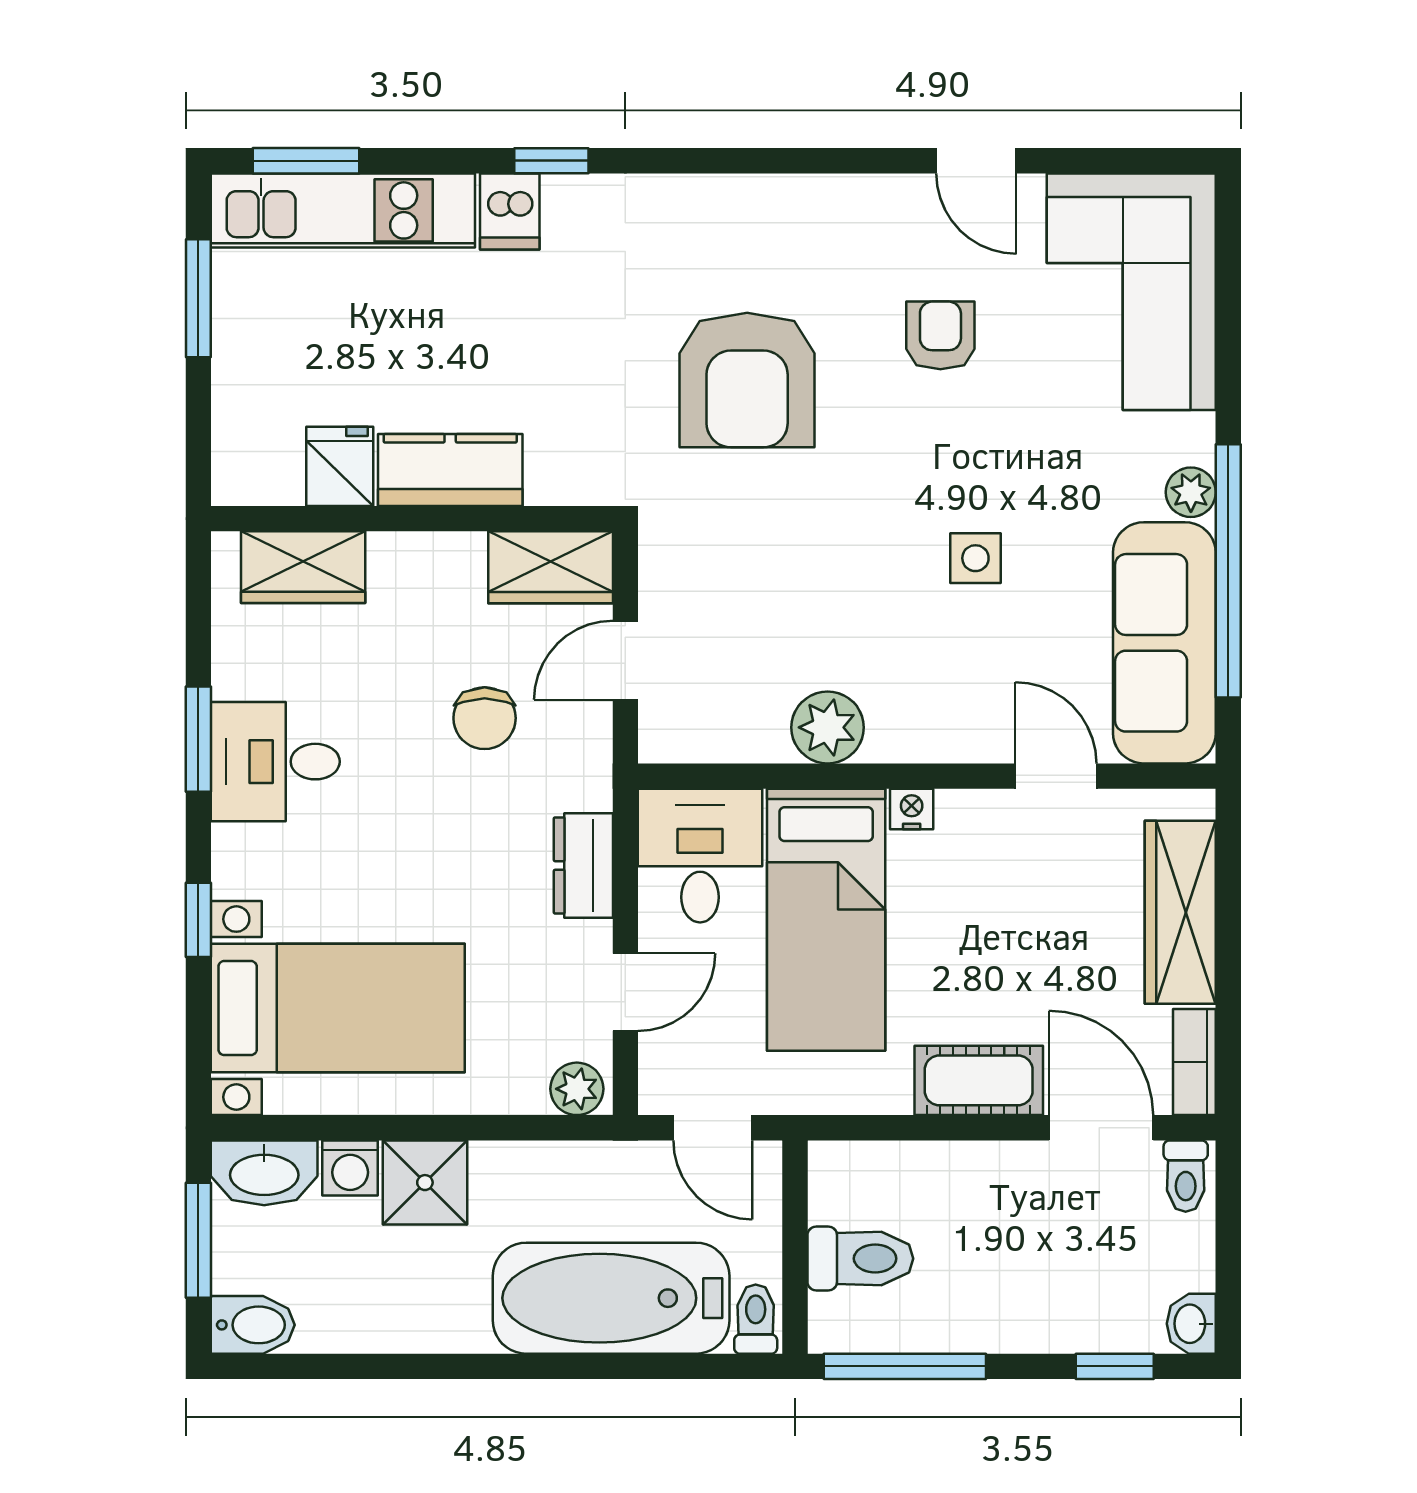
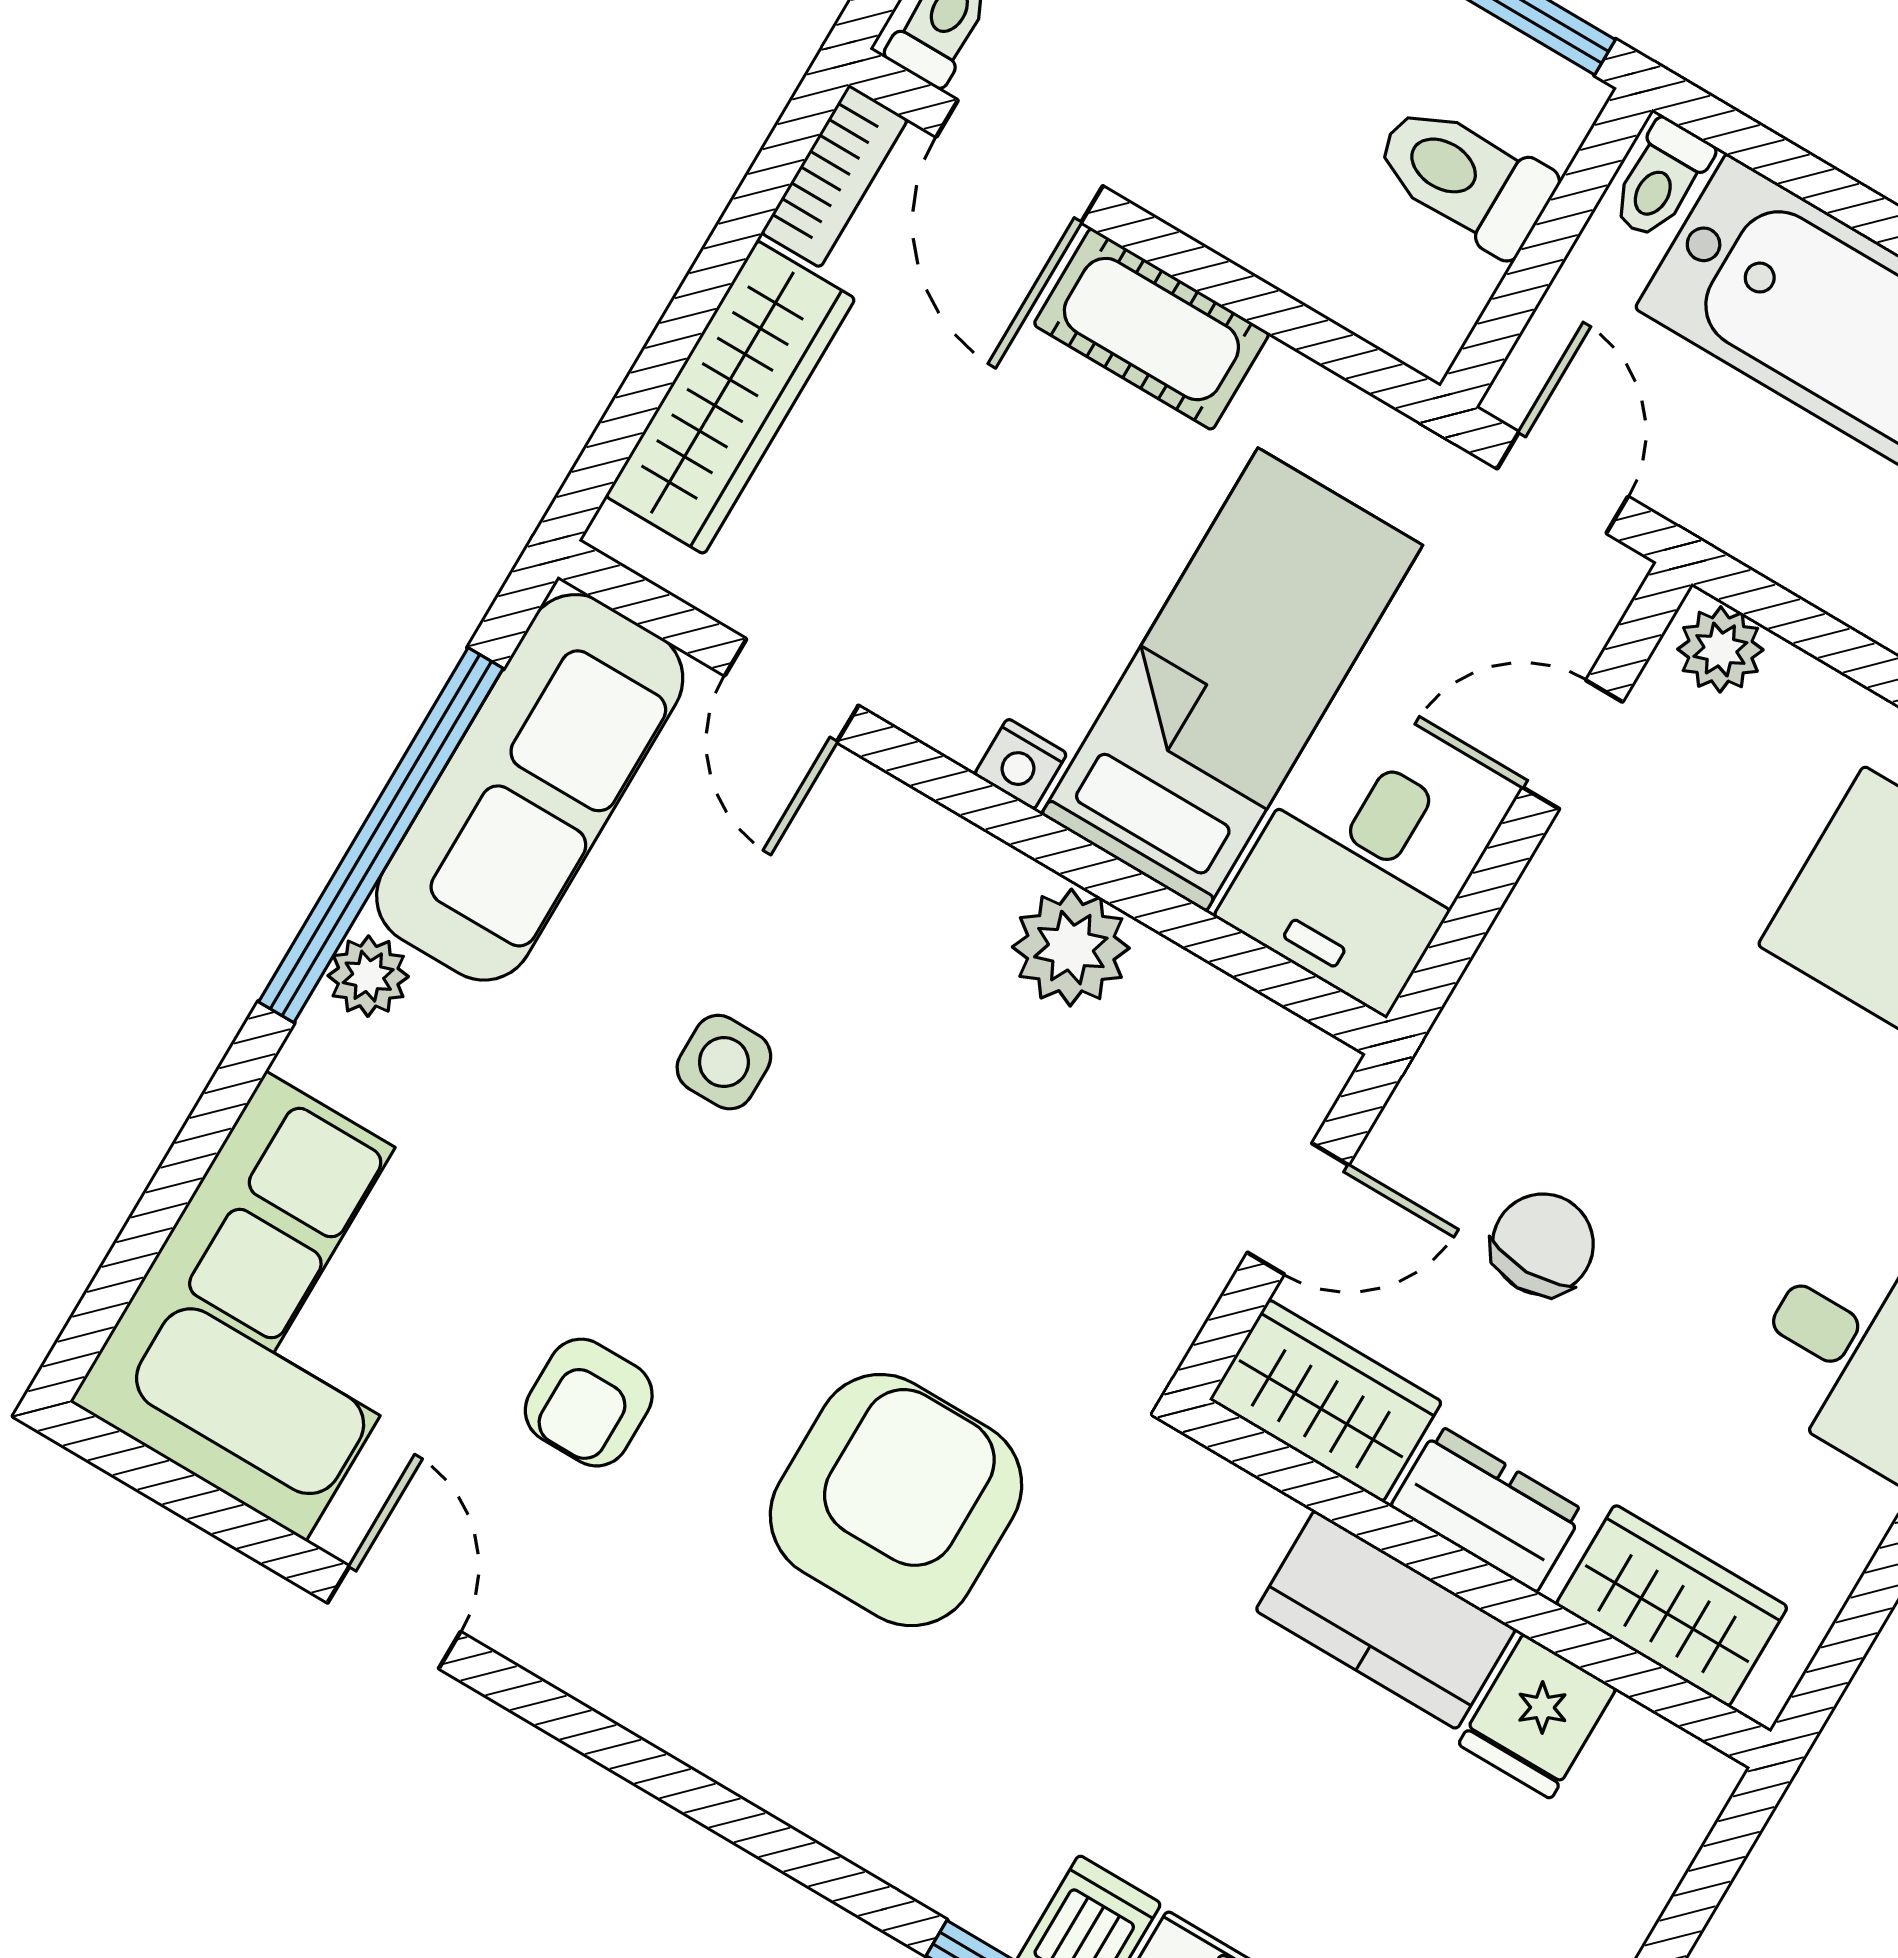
dresser: (583, 865) -> (1487, 1509), moved, turned -90

